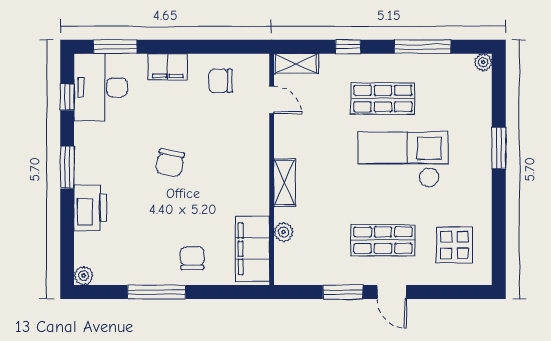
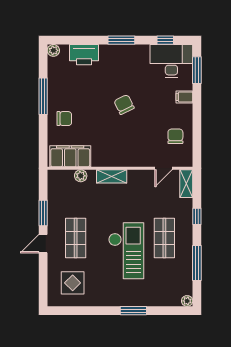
filing cabinet: (168, 67) -> (184, 97), width x0.50
chair: (170, 163) -> (124, 105), turned 53
printer: (90, 208) -> (84, 55), moved

